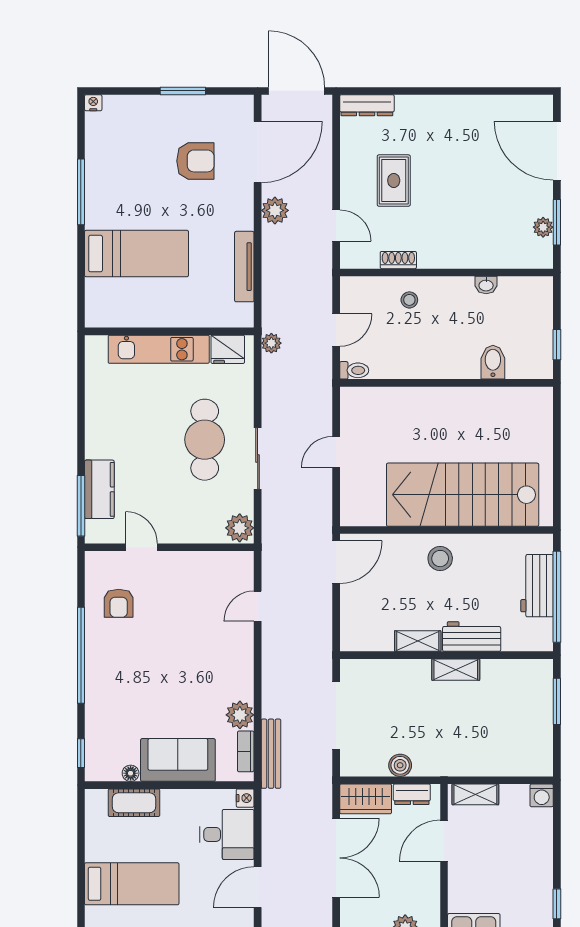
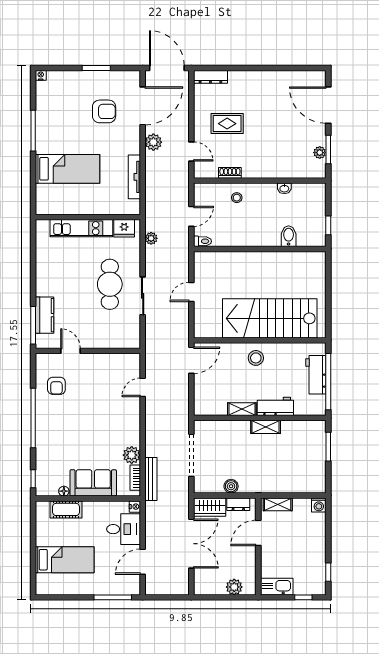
rug: (394, 181) -> (227, 124), turned 90
plant: (271, 343) -> (151, 238), moved
plant: (240, 528) -> (131, 339), removed

